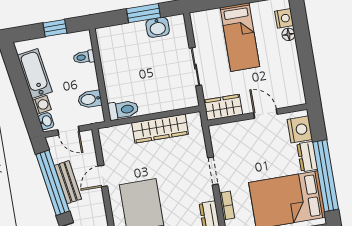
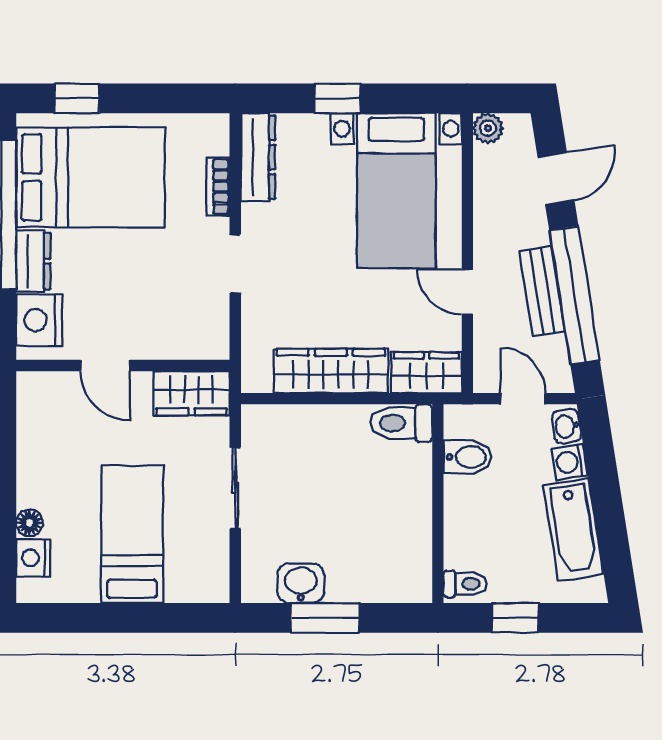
toilet: (84, 57) -> (465, 584), moved
wardrobe: (115, 135) -> (426, 373), added
door: (103, 176) -> (467, 292), swing flipped

